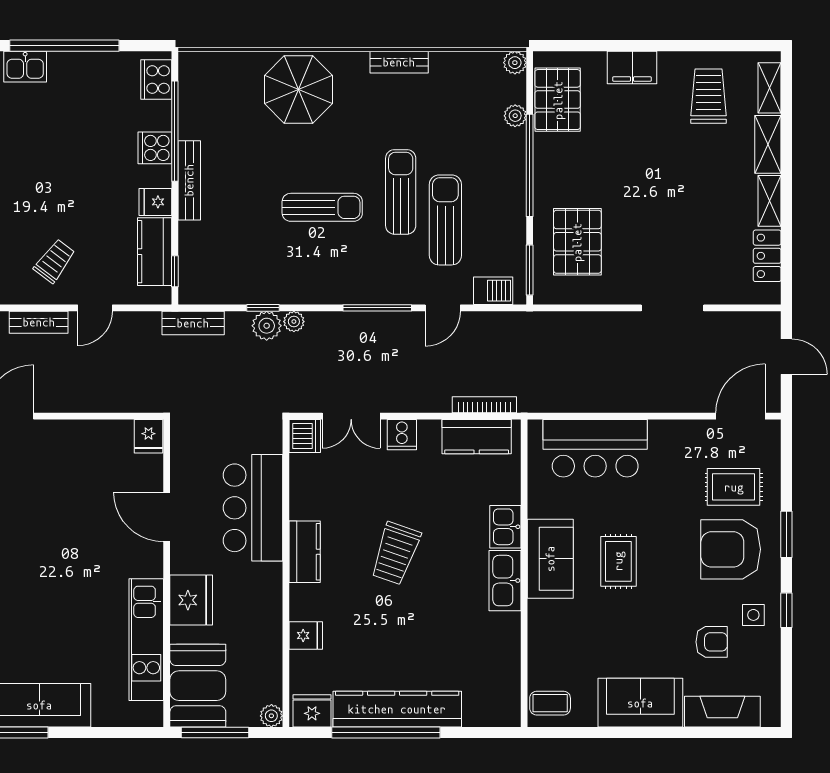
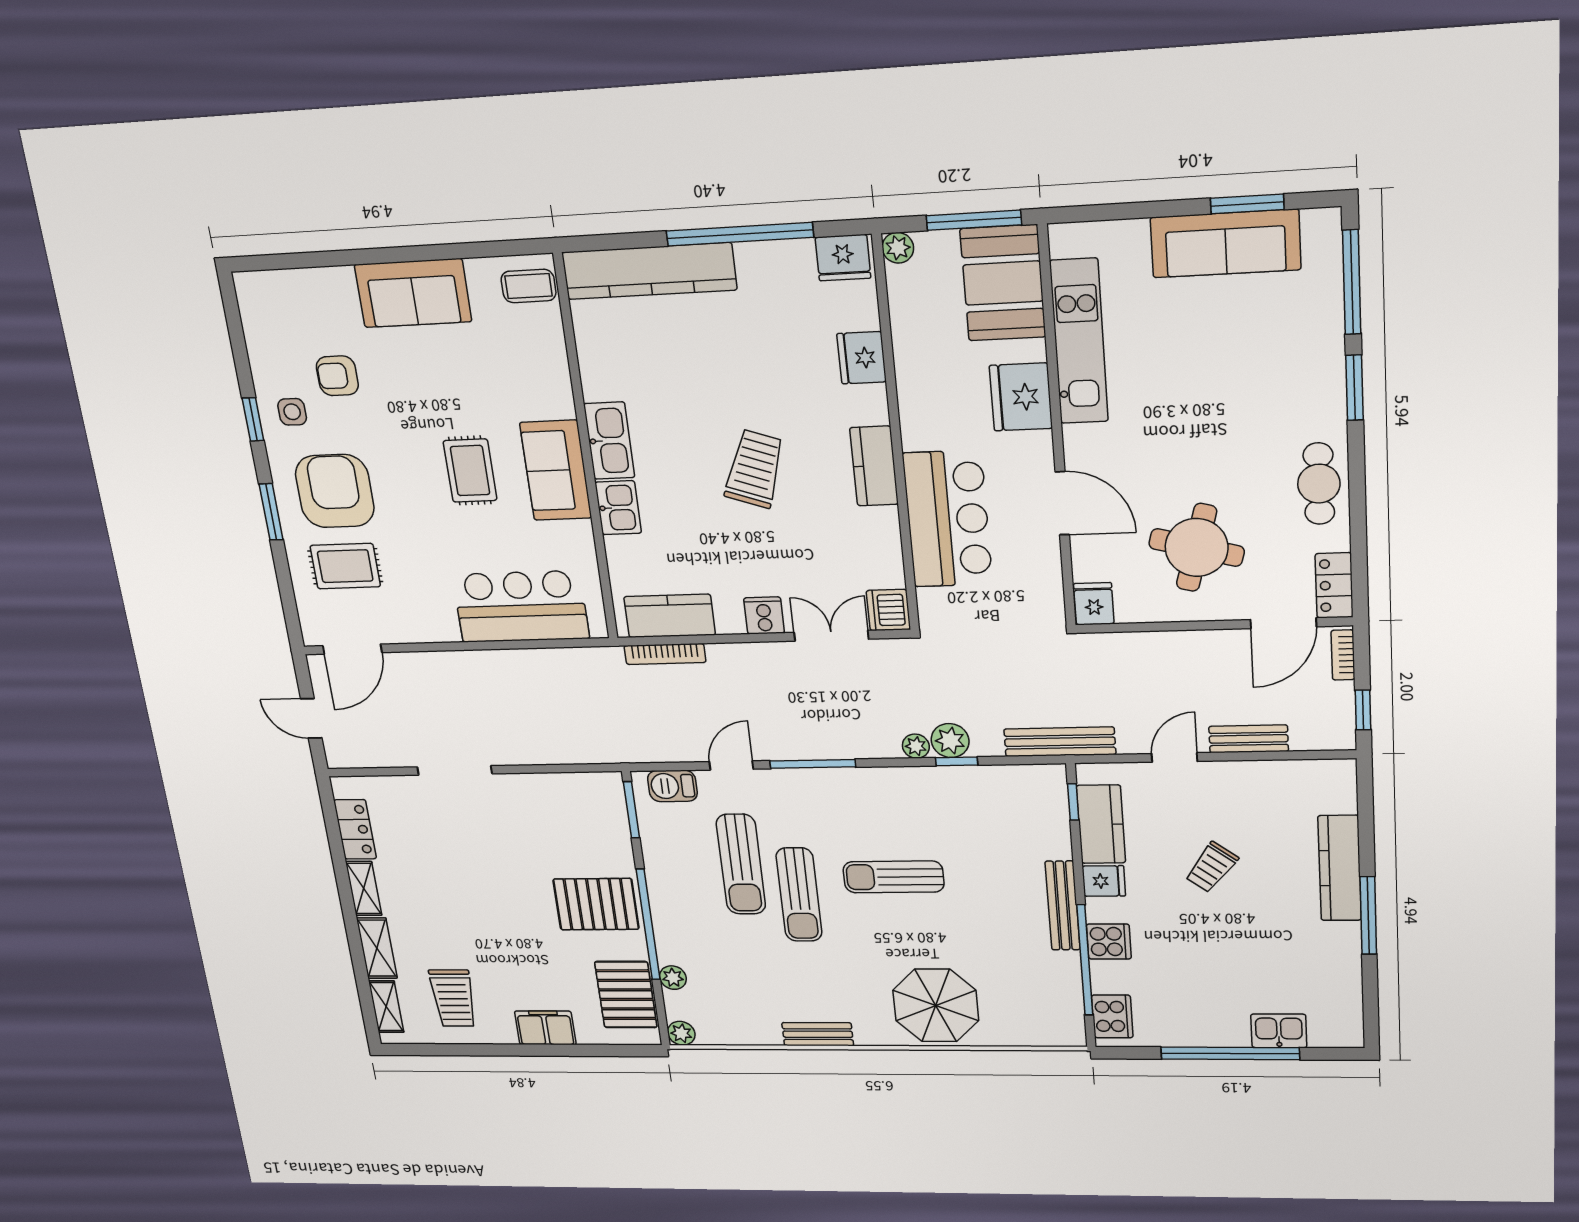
pallet: (577, 242) -> (596, 904), moved, turned 90
trolley: (54, 261) -> (1211, 867), moved
bench: (193, 323) -> (1060, 742), width x1.36
round table: (70, 478) -> (1197, 547), added
armchair: (731, 549) -> (335, 491), turned -90
fridge: (306, 636) -> (862, 358), width x1.38
kitchen counter: (397, 709) -> (649, 271), moved
fireplace: (722, 712) -> (308, 287), removed

